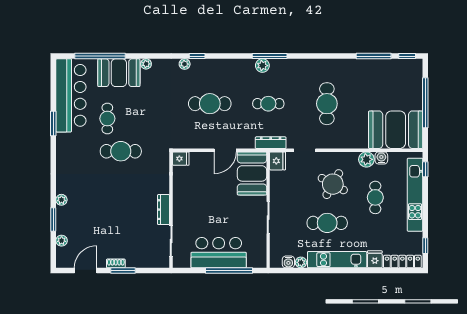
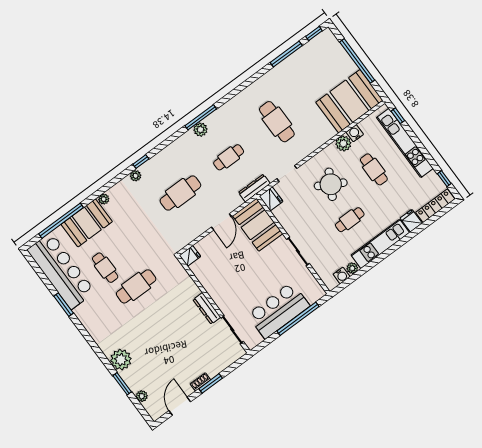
plant: (61, 200) -> (121, 360), width x1.88, depth x1.88
cafe table: (327, 223) -> (350, 220), width x0.73, depth x0.74

